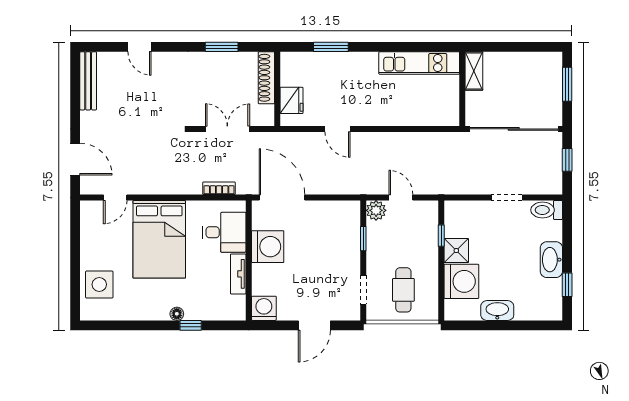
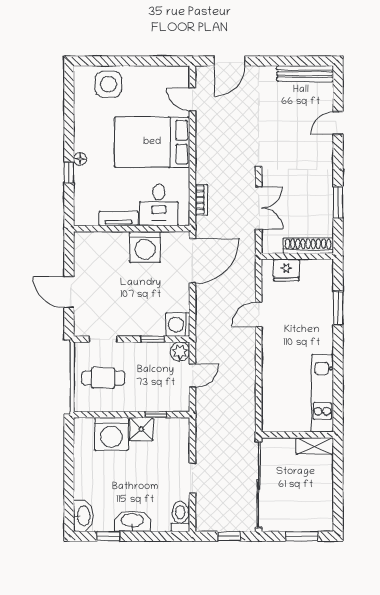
washing machine: (264, 308) -> (178, 325), moved, turned 180
washbasin: (497, 311) -> (83, 516), moved

